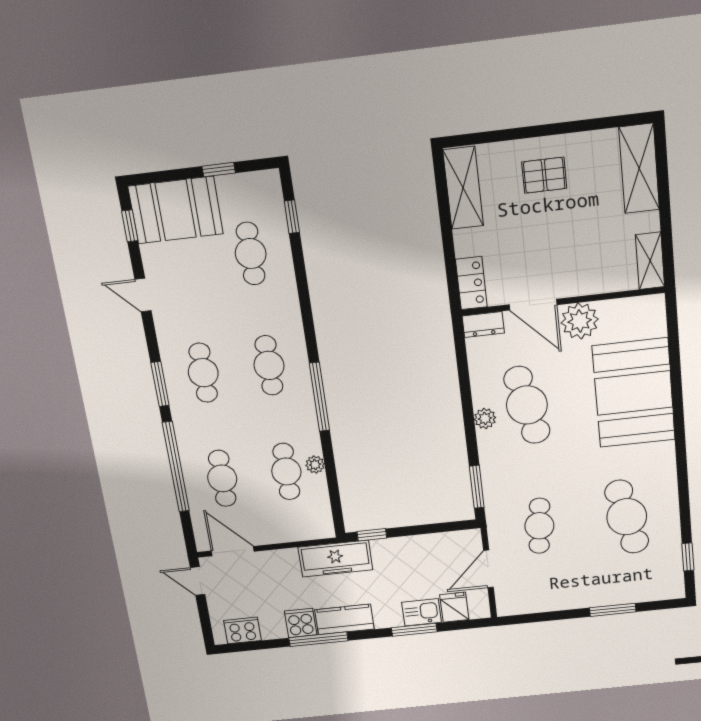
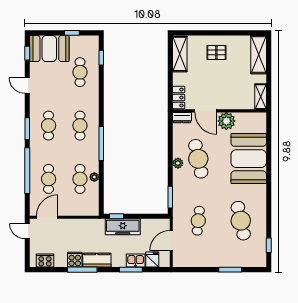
door: (233, 551) -> (47, 217), hinge flipped
freezer: (335, 559) -> (123, 227), moved

